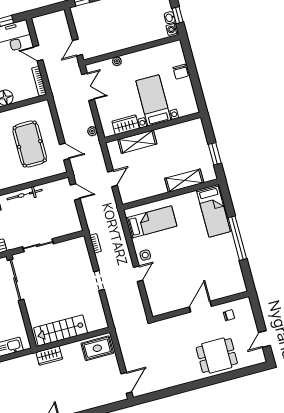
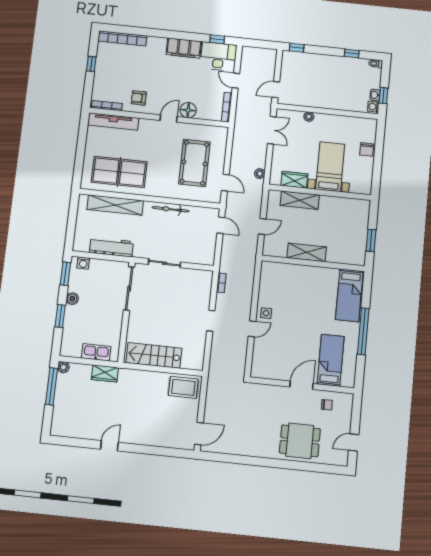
shelving: (184, 181) -> (307, 252), moved
bed: (151, 222) -> (331, 360), moved, turned -90
wardrobe: (49, 356) -> (105, 373), moved

